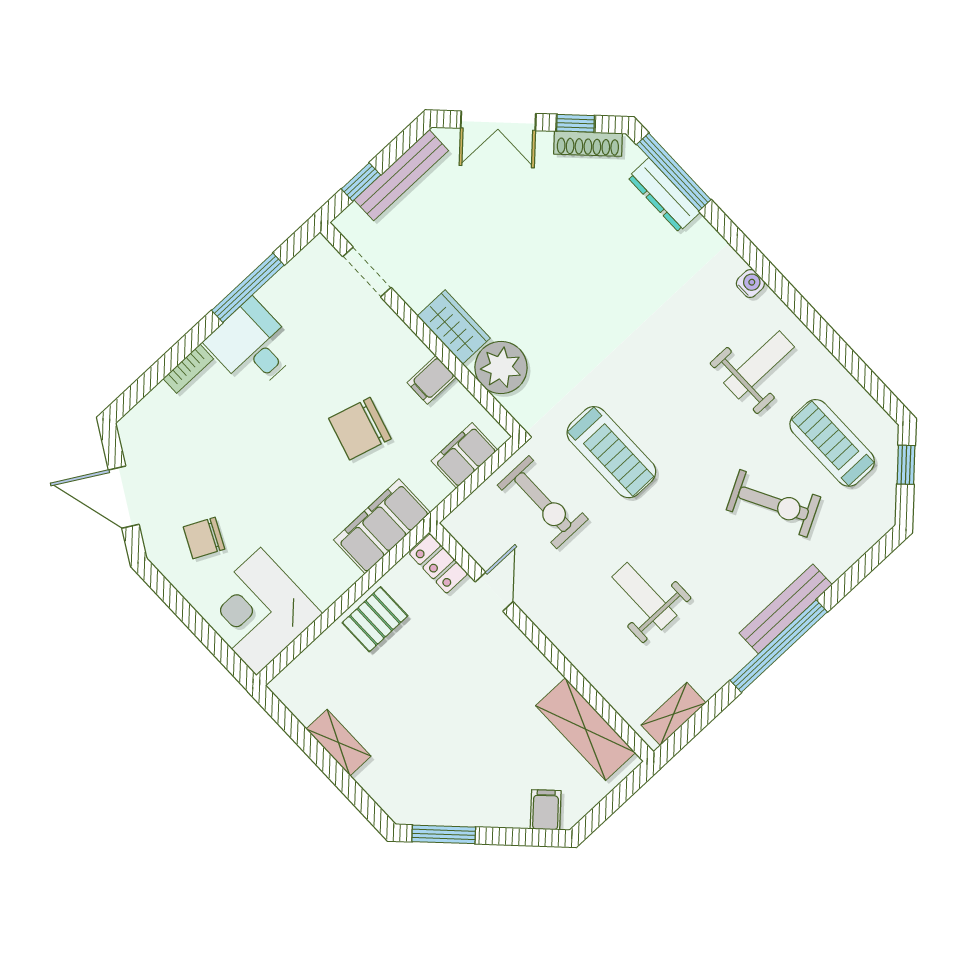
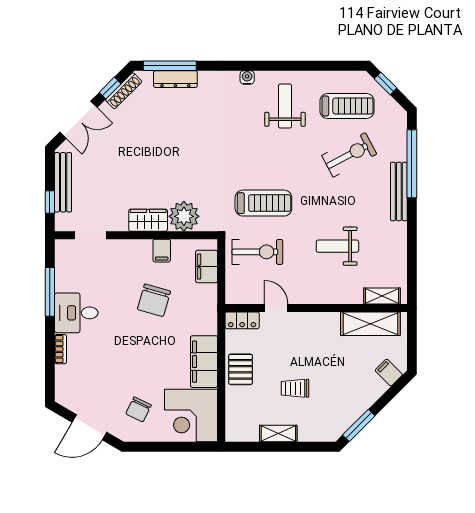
treadmill: (832, 443) -> (347, 106), turned 180
filing cabinet: (382, 526) -> (204, 362), moved
window: (779, 646) -> (412, 164), moved
trolley: (415, 710) -> (295, 388), added
shelving: (674, 714) -> (382, 296), moved, turned 90

